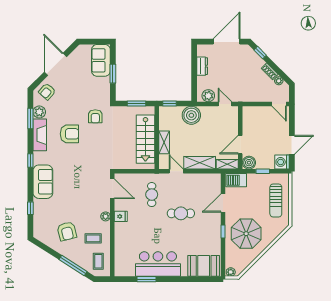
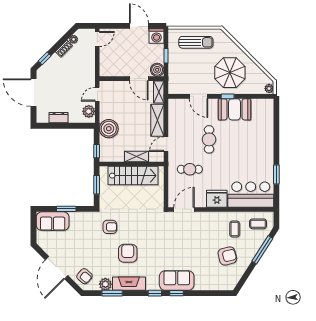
door: (55, 64) -> (57, 268), hinge flipped
barbecue: (236, 180) -> (175, 83), removed
window: (30, 208) -> (177, 293), moved
plant: (106, 216) -> (212, 216), removed
fridge: (121, 216) -> (217, 199), width x1.88, depth x1.34
bar counter: (158, 264) -> (251, 195), moved, turned 90
booth: (204, 266) -> (235, 109), moved, turned 90

